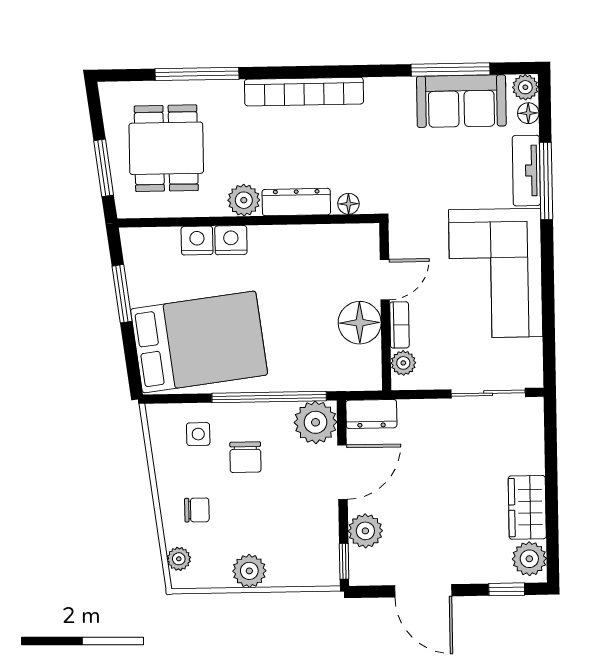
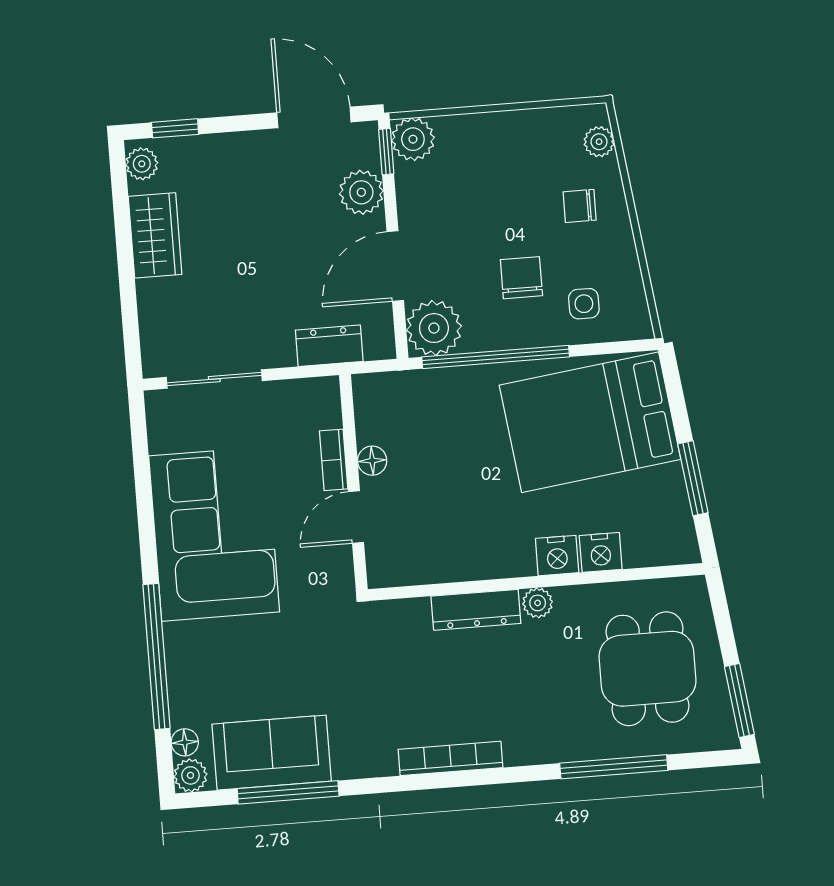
bookcase: (304, 92) -> (450, 758), width x0.68, depth x0.76
window: (104, 168) -> (739, 700), moved
tv unit: (526, 171) -> (183, 668), removed
window: (546, 181) -> (156, 656), width x1.46
plant: (244, 200) -> (538, 603), width x0.73, depth x0.73
floor lamp: (348, 204) -> (409, 612), removed
floor lamp: (360, 323) -> (372, 461), width x0.53, depth x0.53
plant: (403, 363) -> (326, 411), removed
dresser: (371, 414) -> (329, 346), moved
plant: (529, 559) -> (142, 164), width x0.73, depth x0.73
plant: (249, 571) -> (413, 139), moved
door: (423, 591) -> (314, 117), moved

